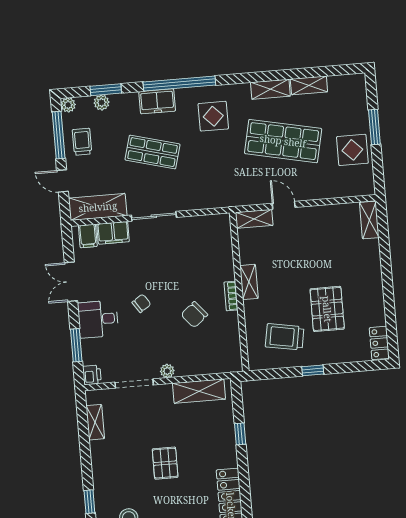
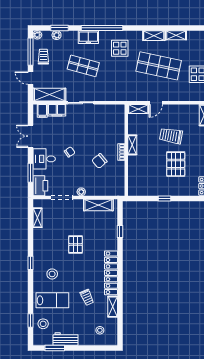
door: (284, 205) -> (156, 103), swing flipped
trolley: (285, 337) -> (171, 136), moved
printer: (92, 375) -> (40, 186), width x1.87, depth x1.48

